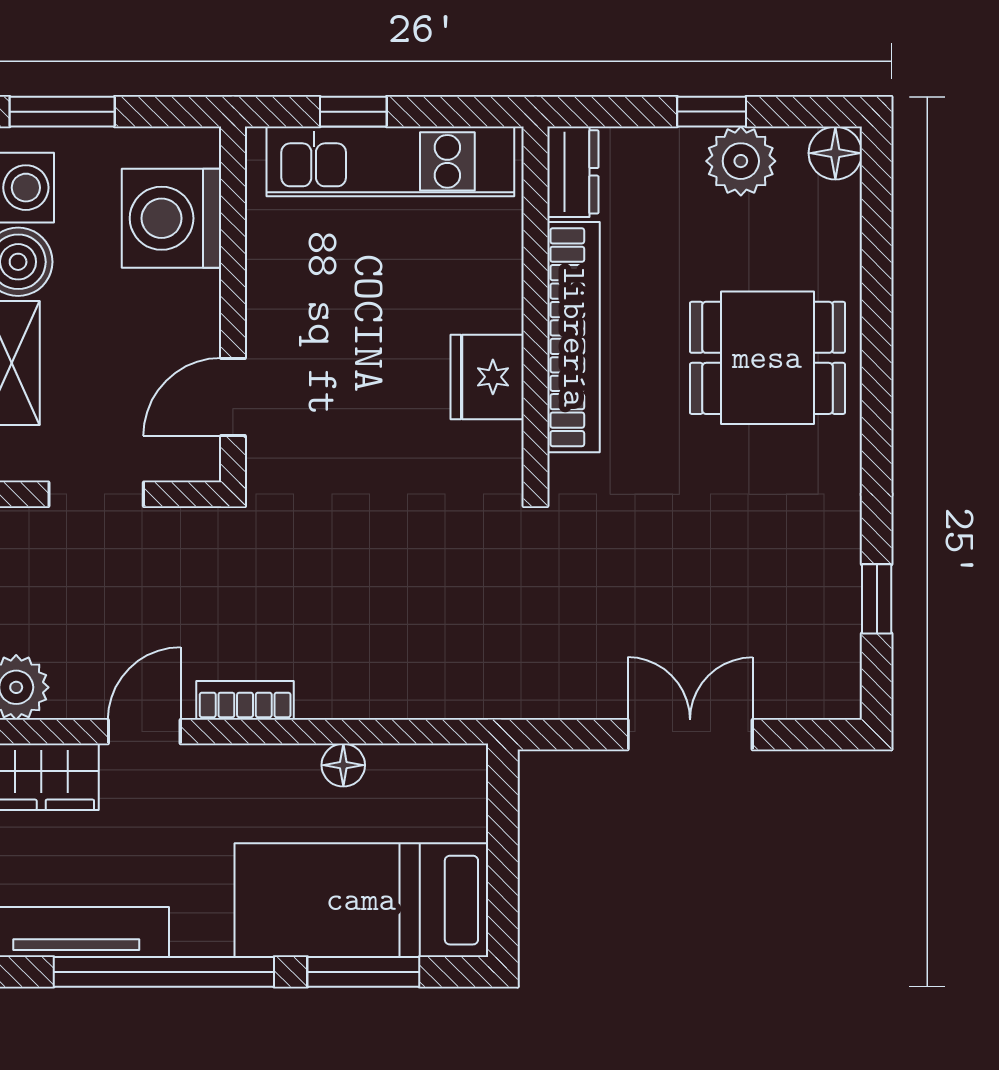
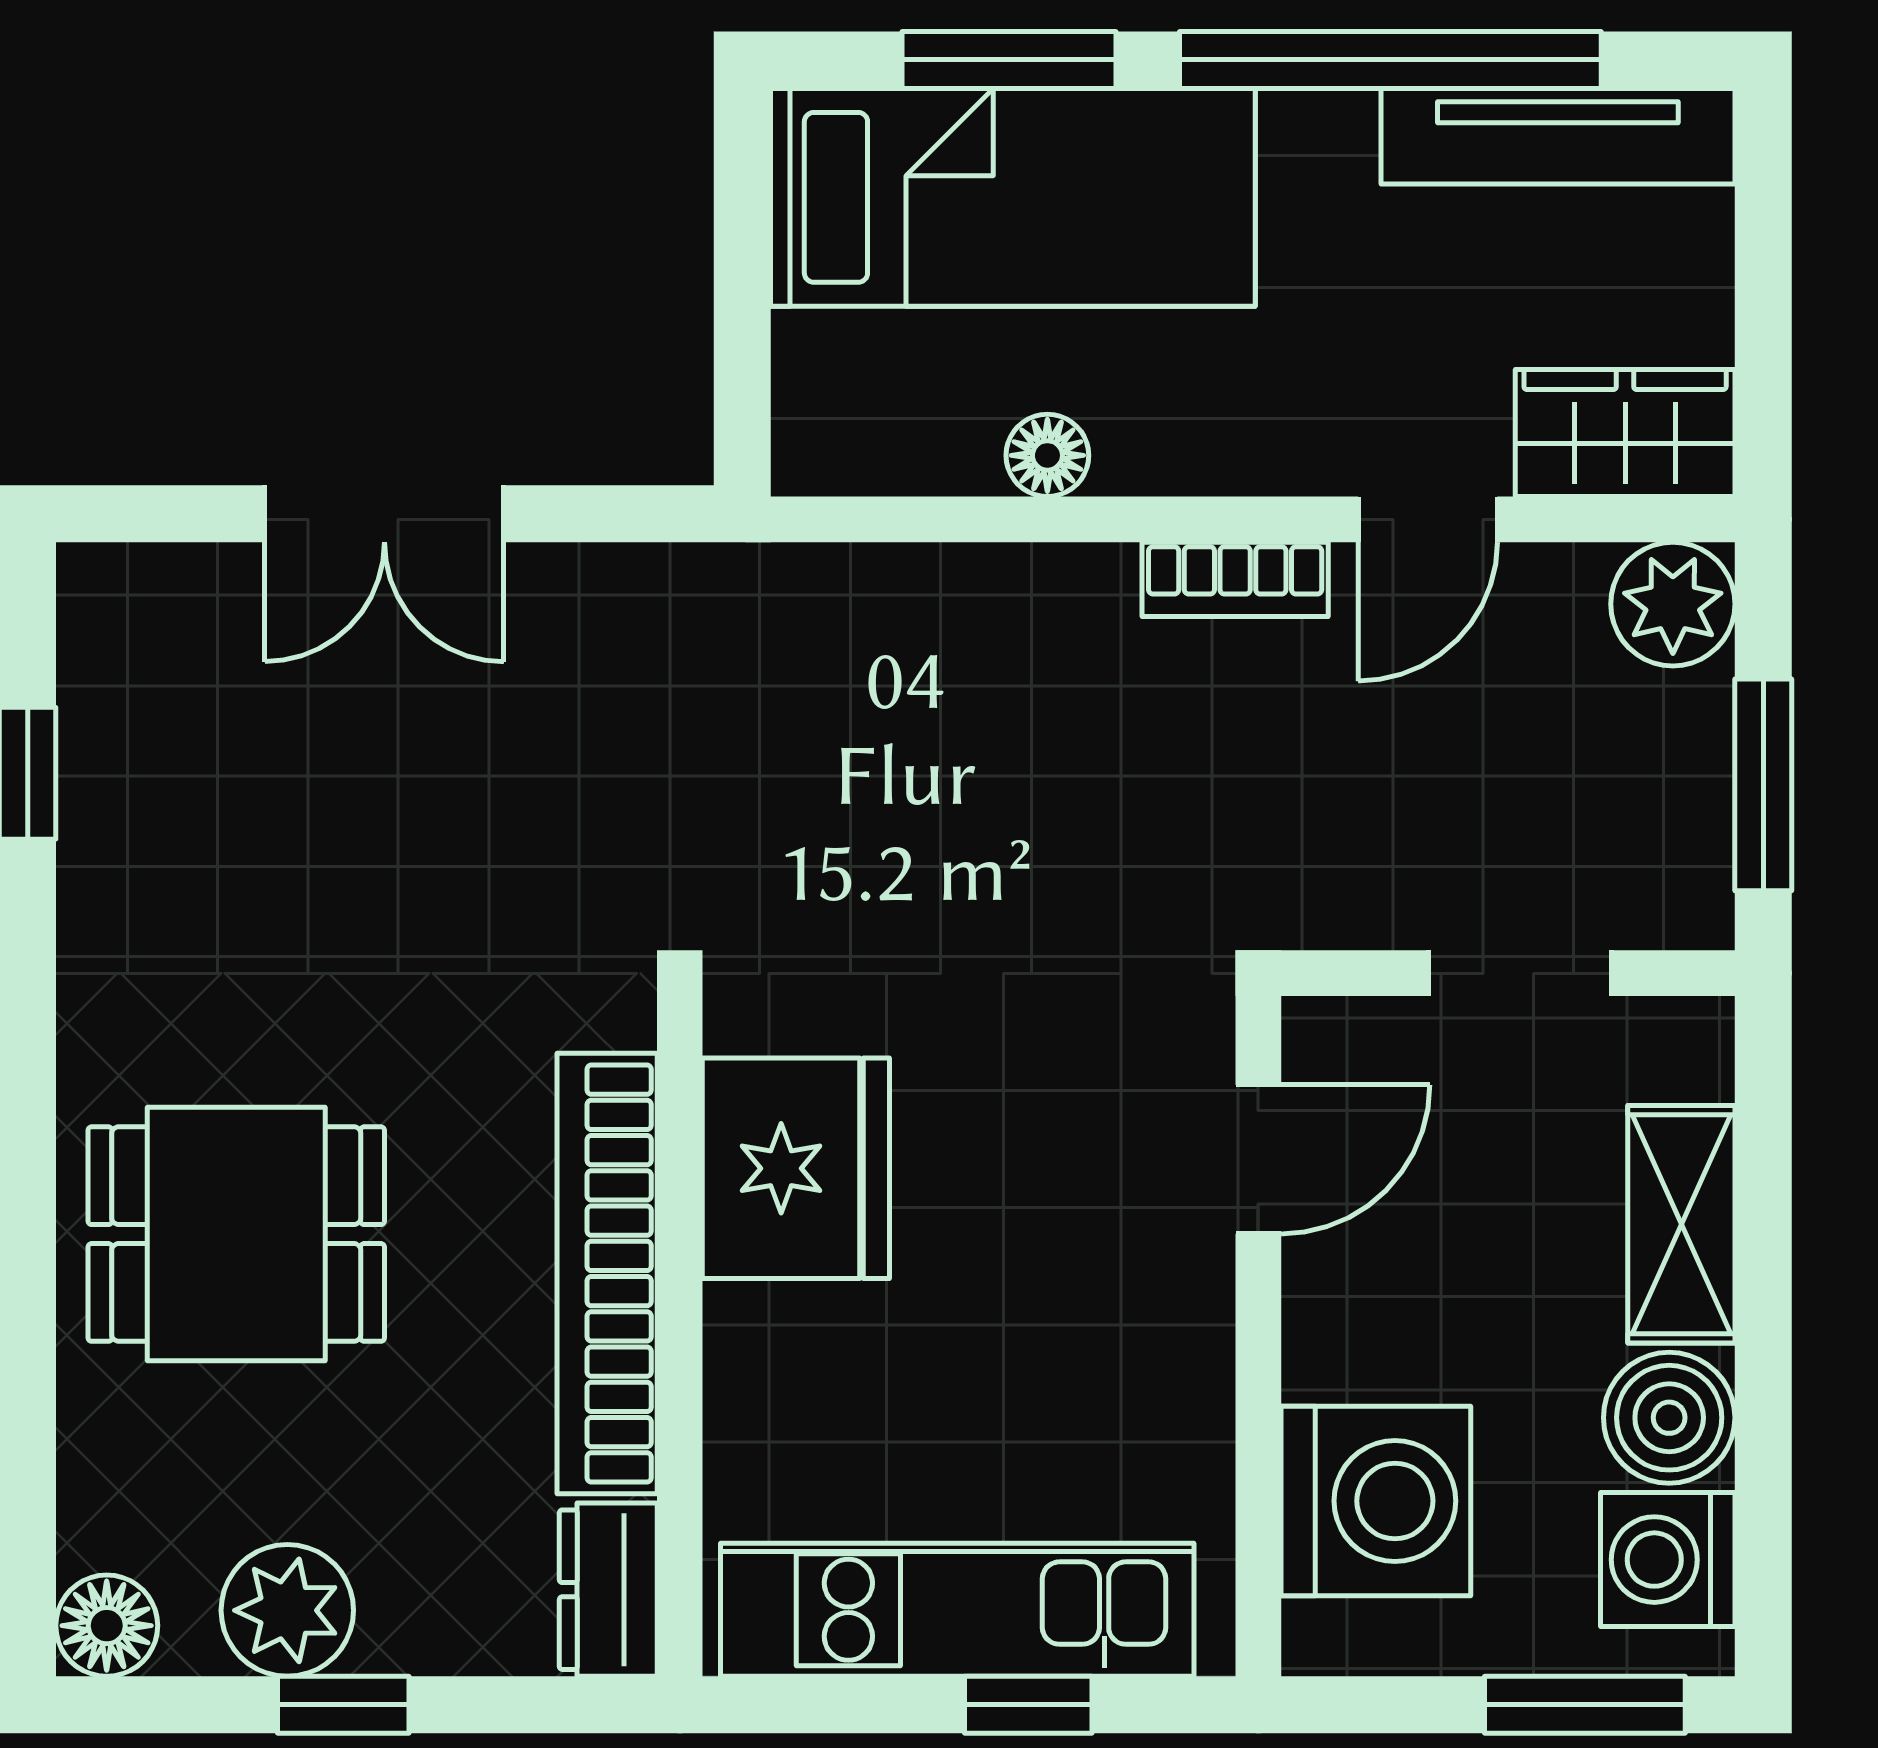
fridge: (487, 377) -> (796, 1168), width x1.36, depth x1.34

